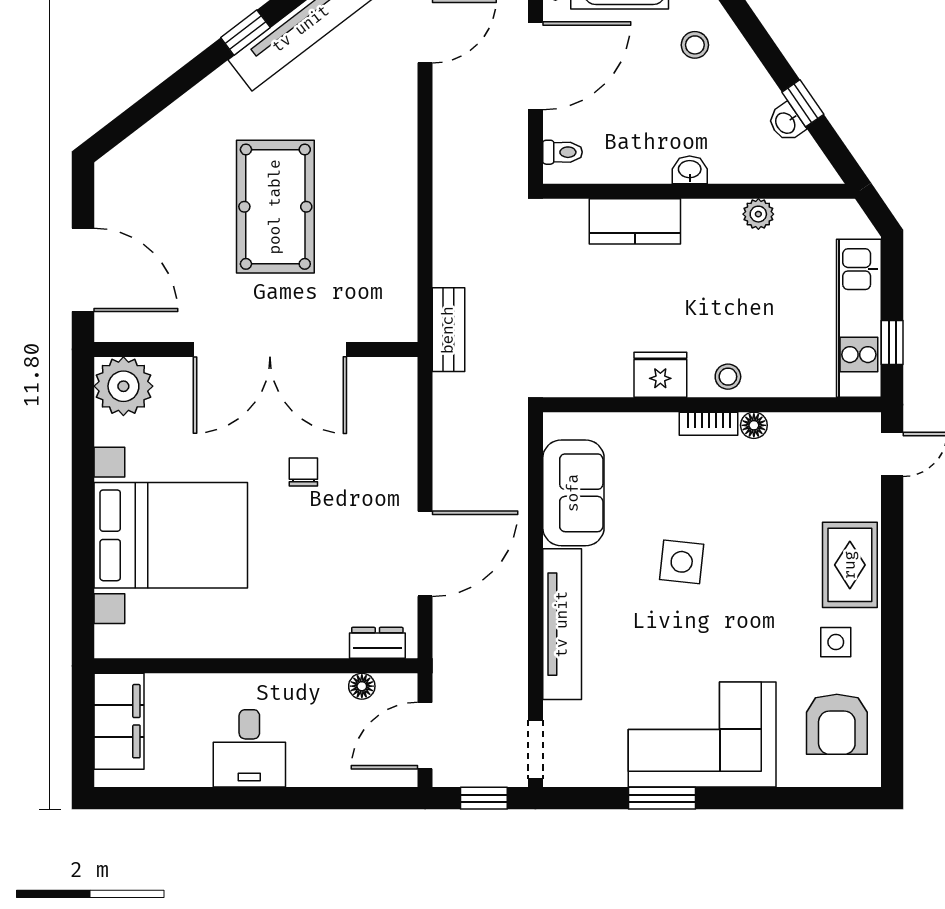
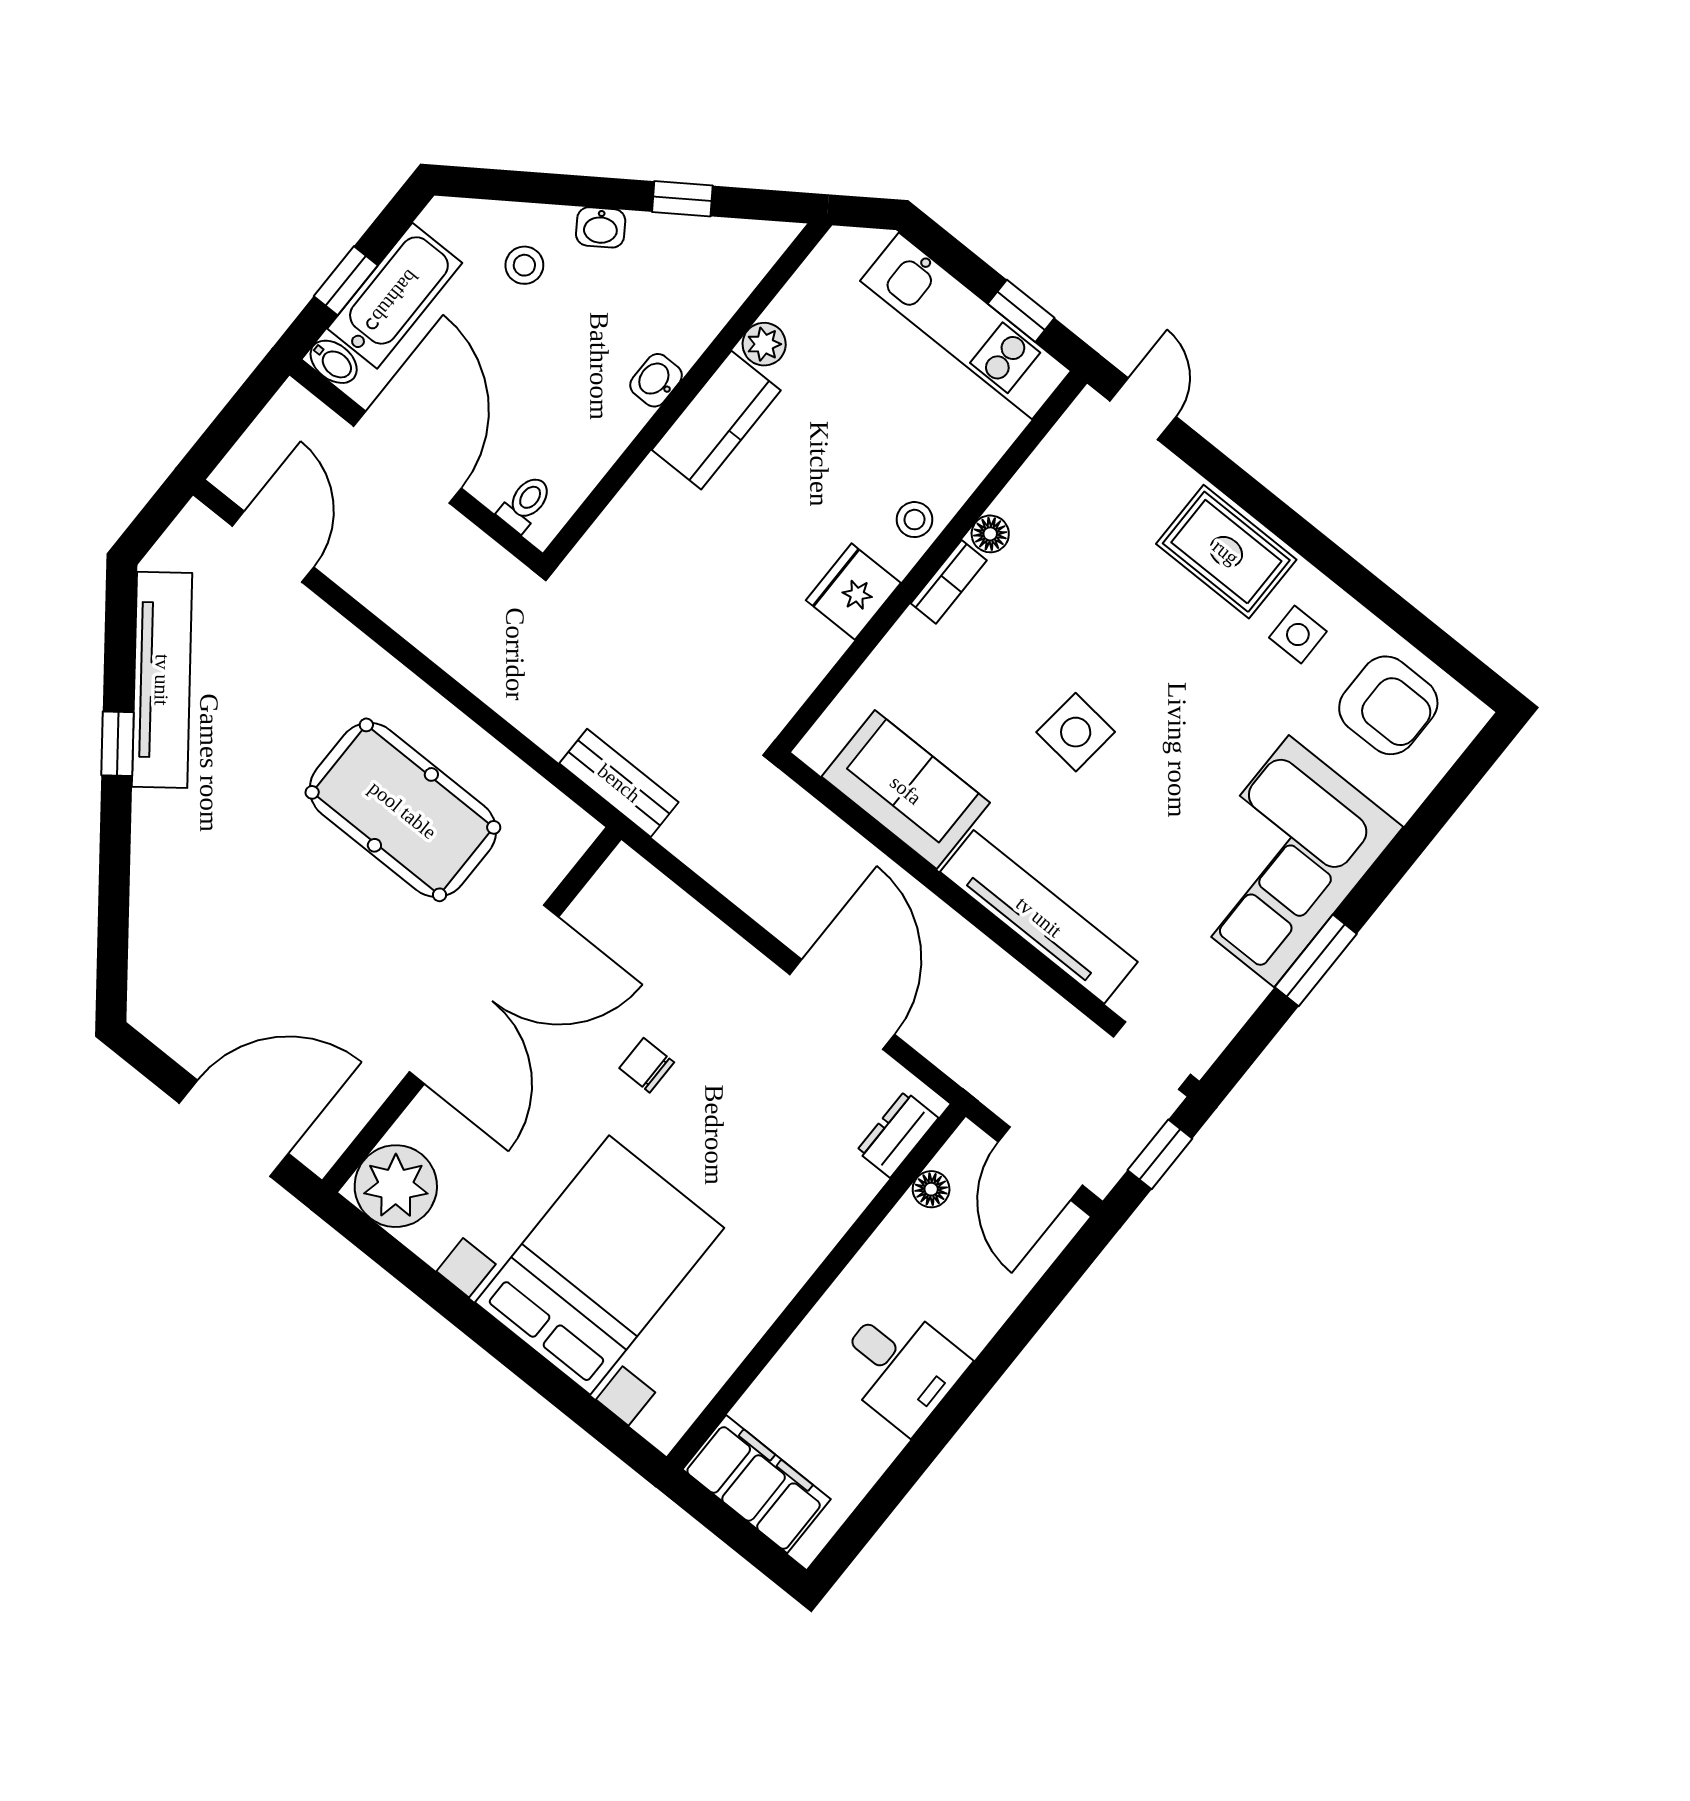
washbasin: (786, 123) -> (601, 227), moved
pool table: (275, 207) -> (403, 810), moved
kitchen counter: (635, 221) -> (716, 420), moved

